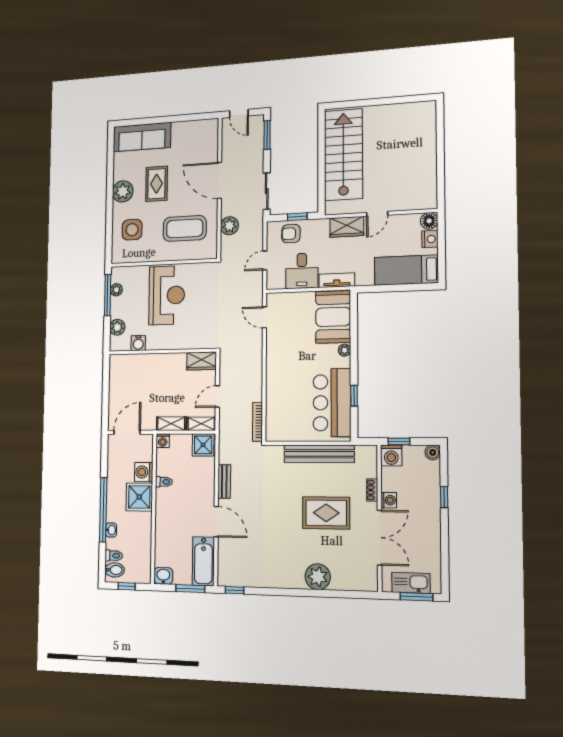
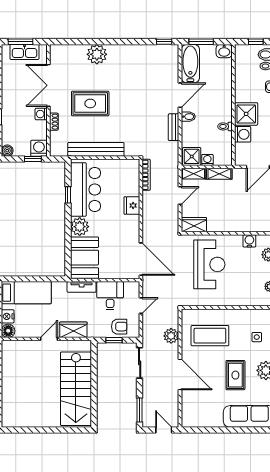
side table: (132, 230) -> (257, 337), width x0.54, depth x0.54
reception desk: (167, 295) -> (209, 264), moved, turned 180
door: (264, 317) -> (141, 259), width x1.88
plant: (345, 350) -> (80, 227), width x1.87, depth x1.87
fridge: (275, 383) -> (132, 206), added
washing machine: (163, 441) -> (207, 160), moved
bidet: (207, 495) -> (188, 117), added
door: (216, 522) -> (180, 95), swing flipped

